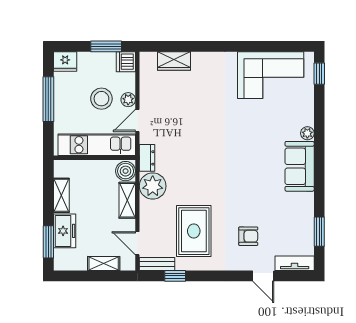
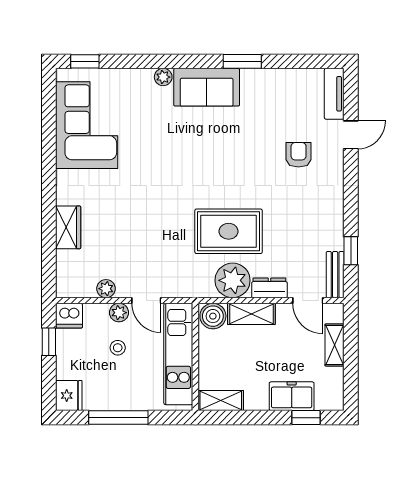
window: (106, 46) -> (49, 342), width x0.67
wardrobe: (174, 61) -> (68, 227), moved
plant: (146, 90) -> (106, 289), added
stool: (101, 99) -> (118, 348), width x0.53, depth x0.53
dresser: (147, 158) -> (269, 288), moved
shelving: (61, 195) -> (221, 401), moved
rug: (194, 231) -> (229, 231), moved
window: (319, 232) -> (242, 61), moved
window: (48, 242) -> (306, 418), width x0.67
door: (137, 243) -> (308, 300), hinge flipped

